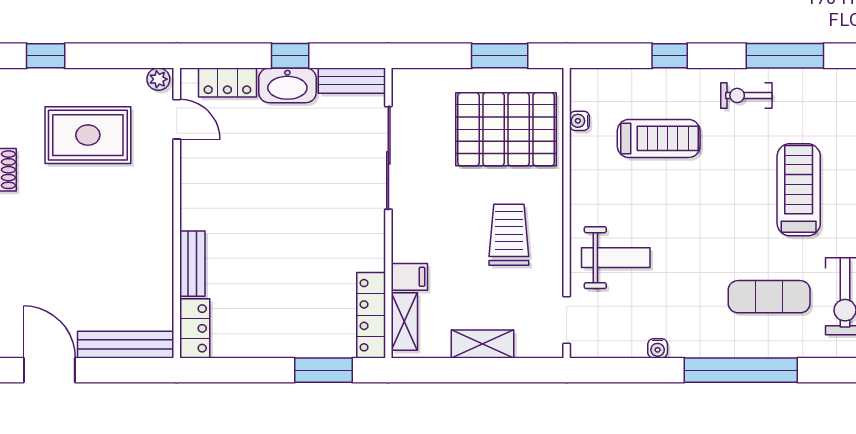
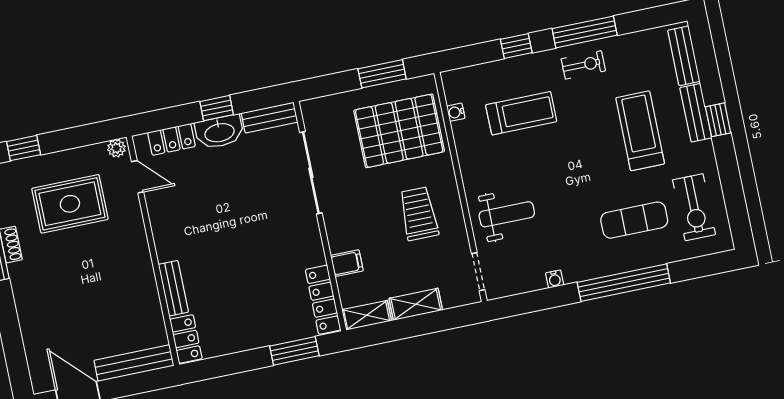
window: (785, 56) -> (585, 32), moved
exercise bike: (746, 95) -> (583, 65), turned 180
shelving: (404, 322) -> (367, 315), moved, turned 90

